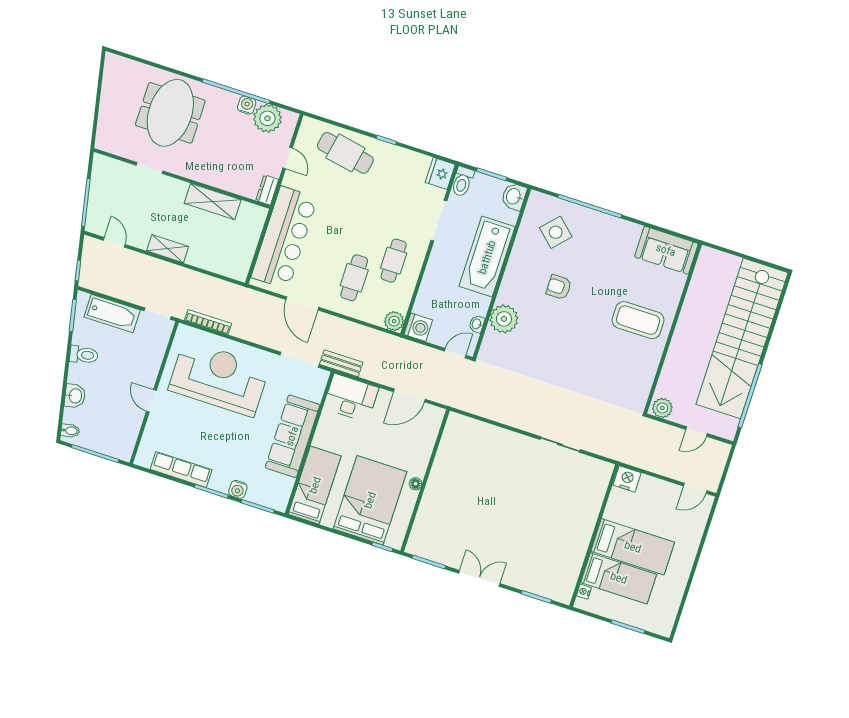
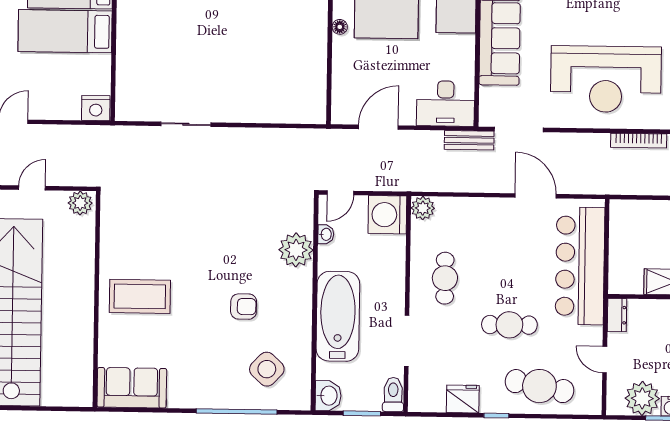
fridge: (440, 173) -> (463, 399), moved, turned -90
cafe table: (354, 278) -> (509, 325), moved, turned 90
washing machine: (418, 327) -> (387, 215), width x1.37, depth x1.37

